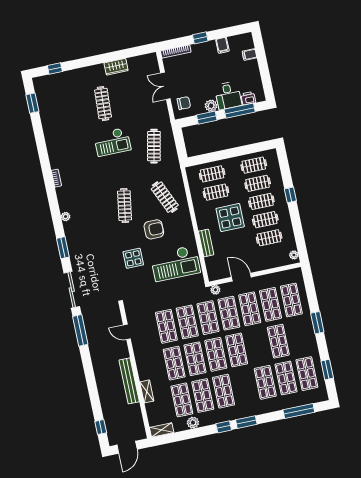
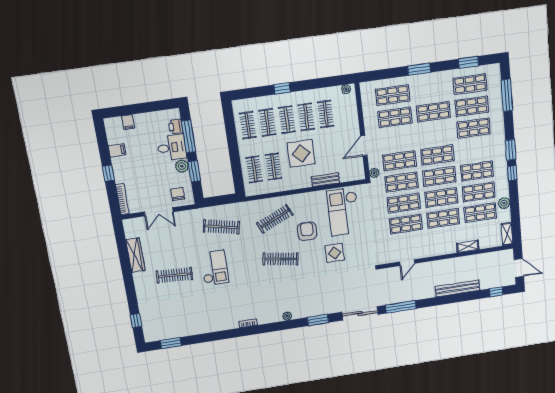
wardrobe: (116, 67) -> (135, 255), width x1.50
checkout: (175, 263) -> (343, 212), turned 180
shop shelf: (250, 309) -> (397, 139), removed
bench: (129, 381) -> (457, 288), moved

